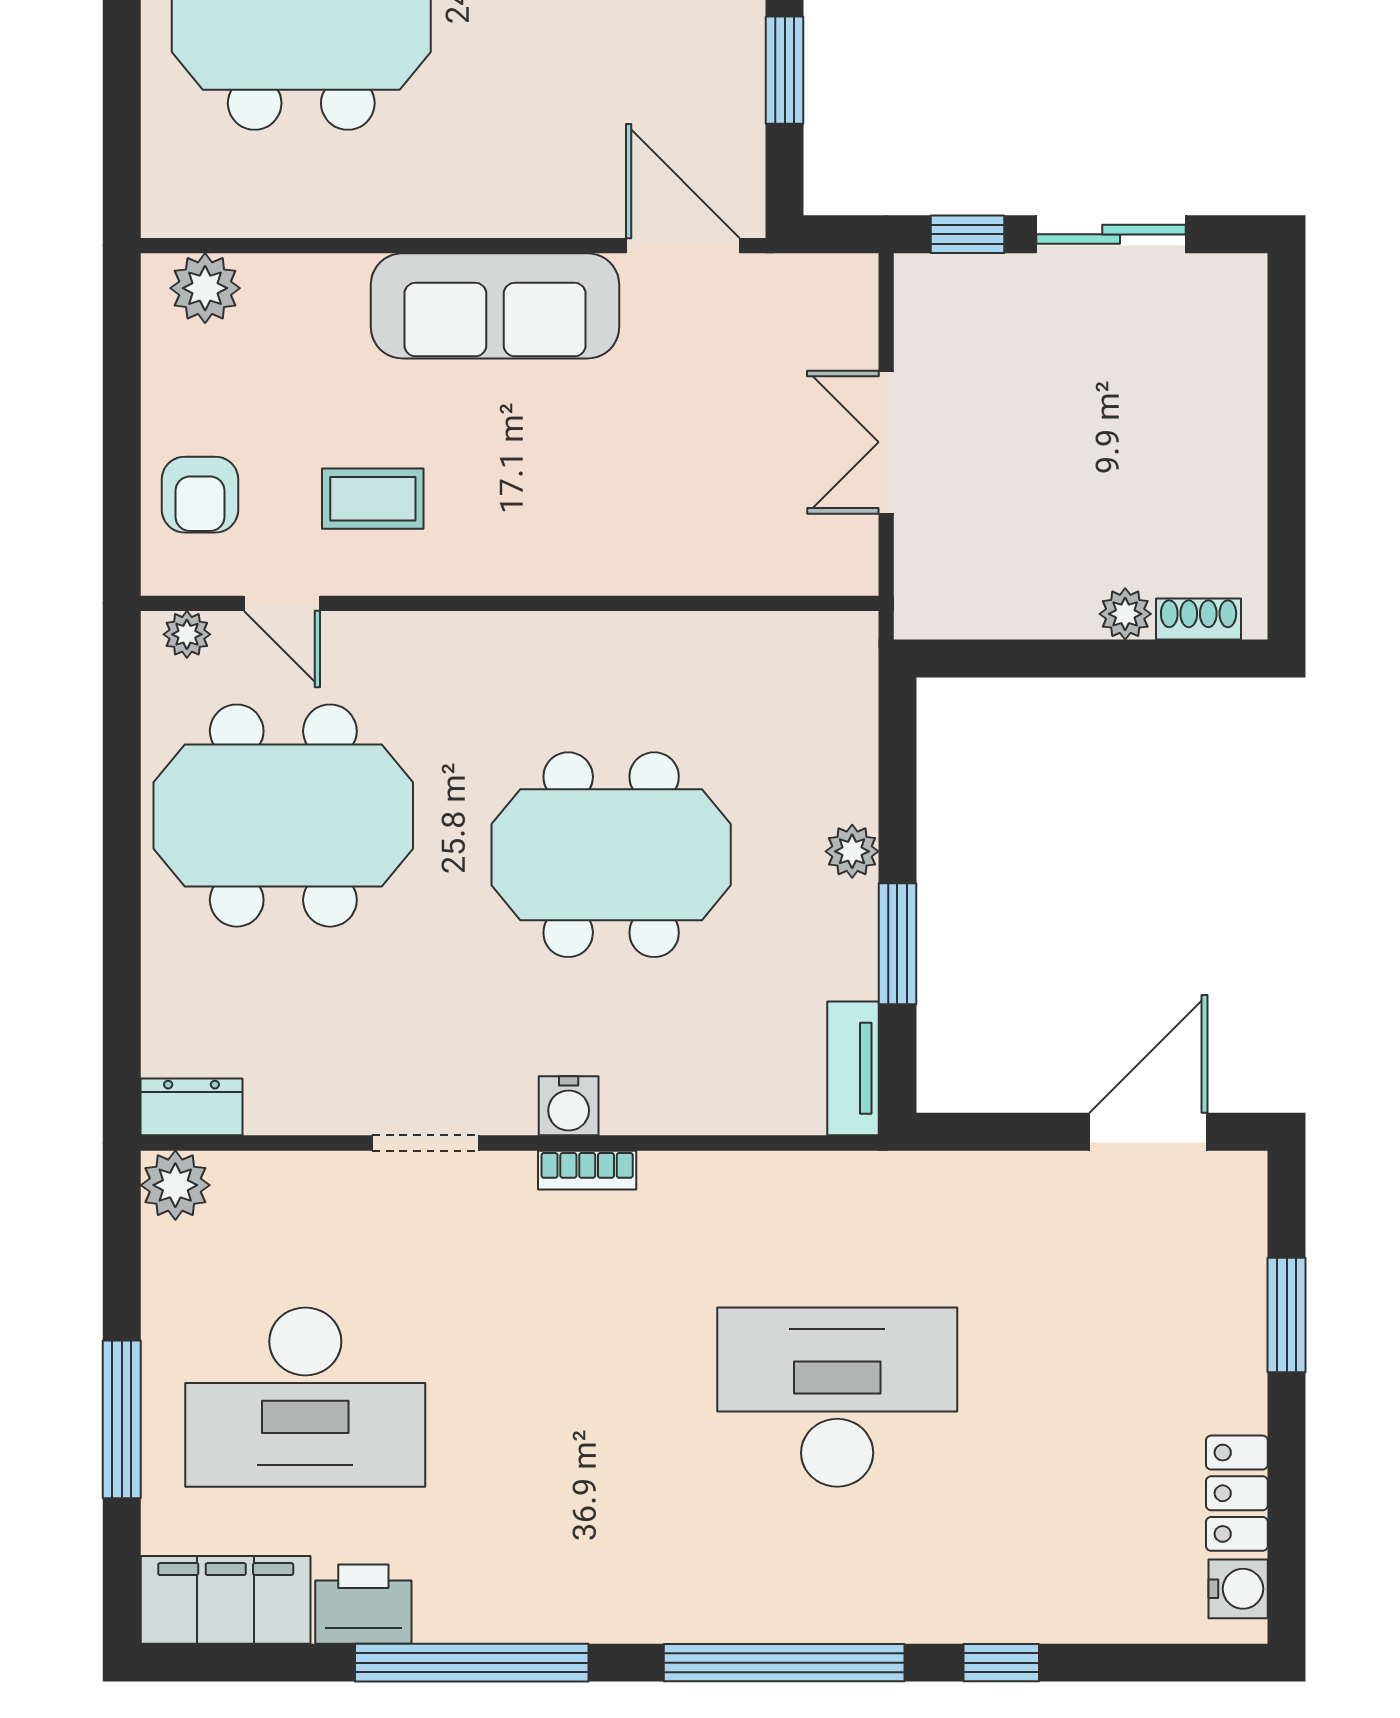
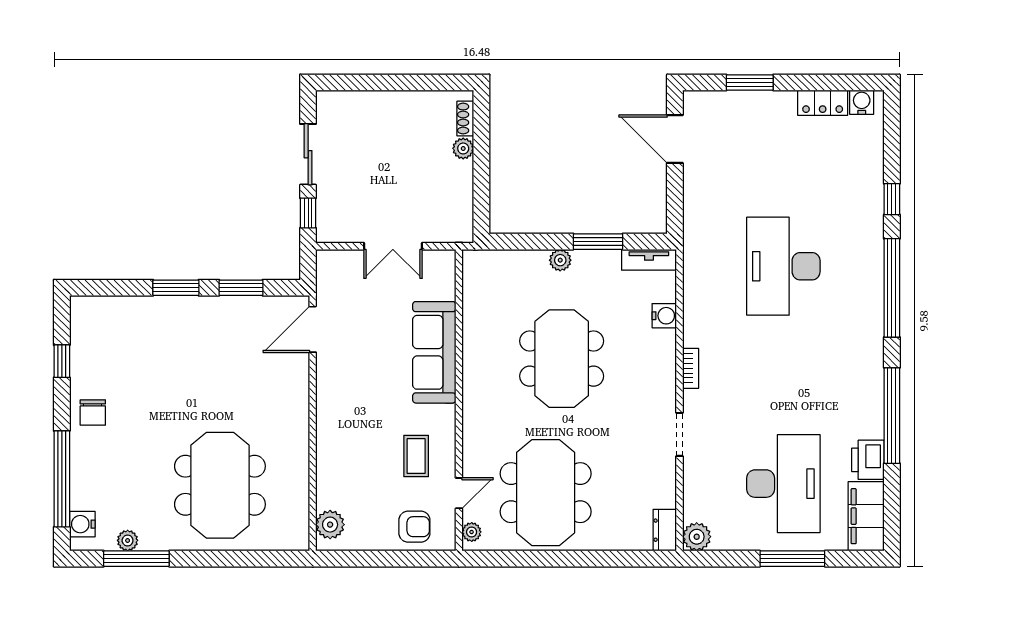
sofa: (495, 306) -> (434, 352), moved, turned 180
water cooler: (569, 1106) -> (664, 316), moved

